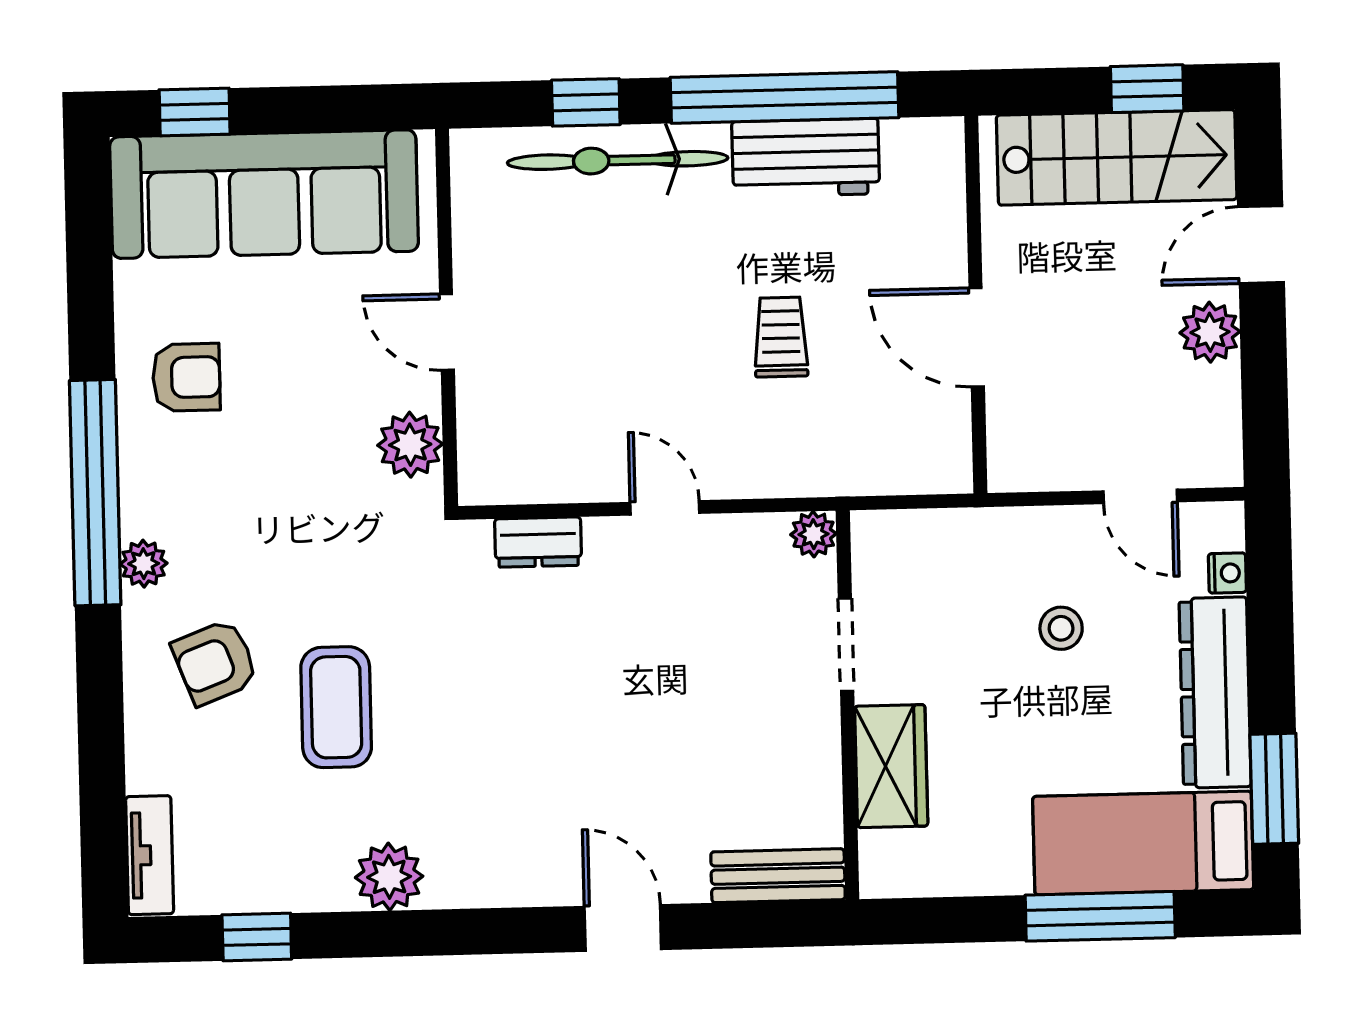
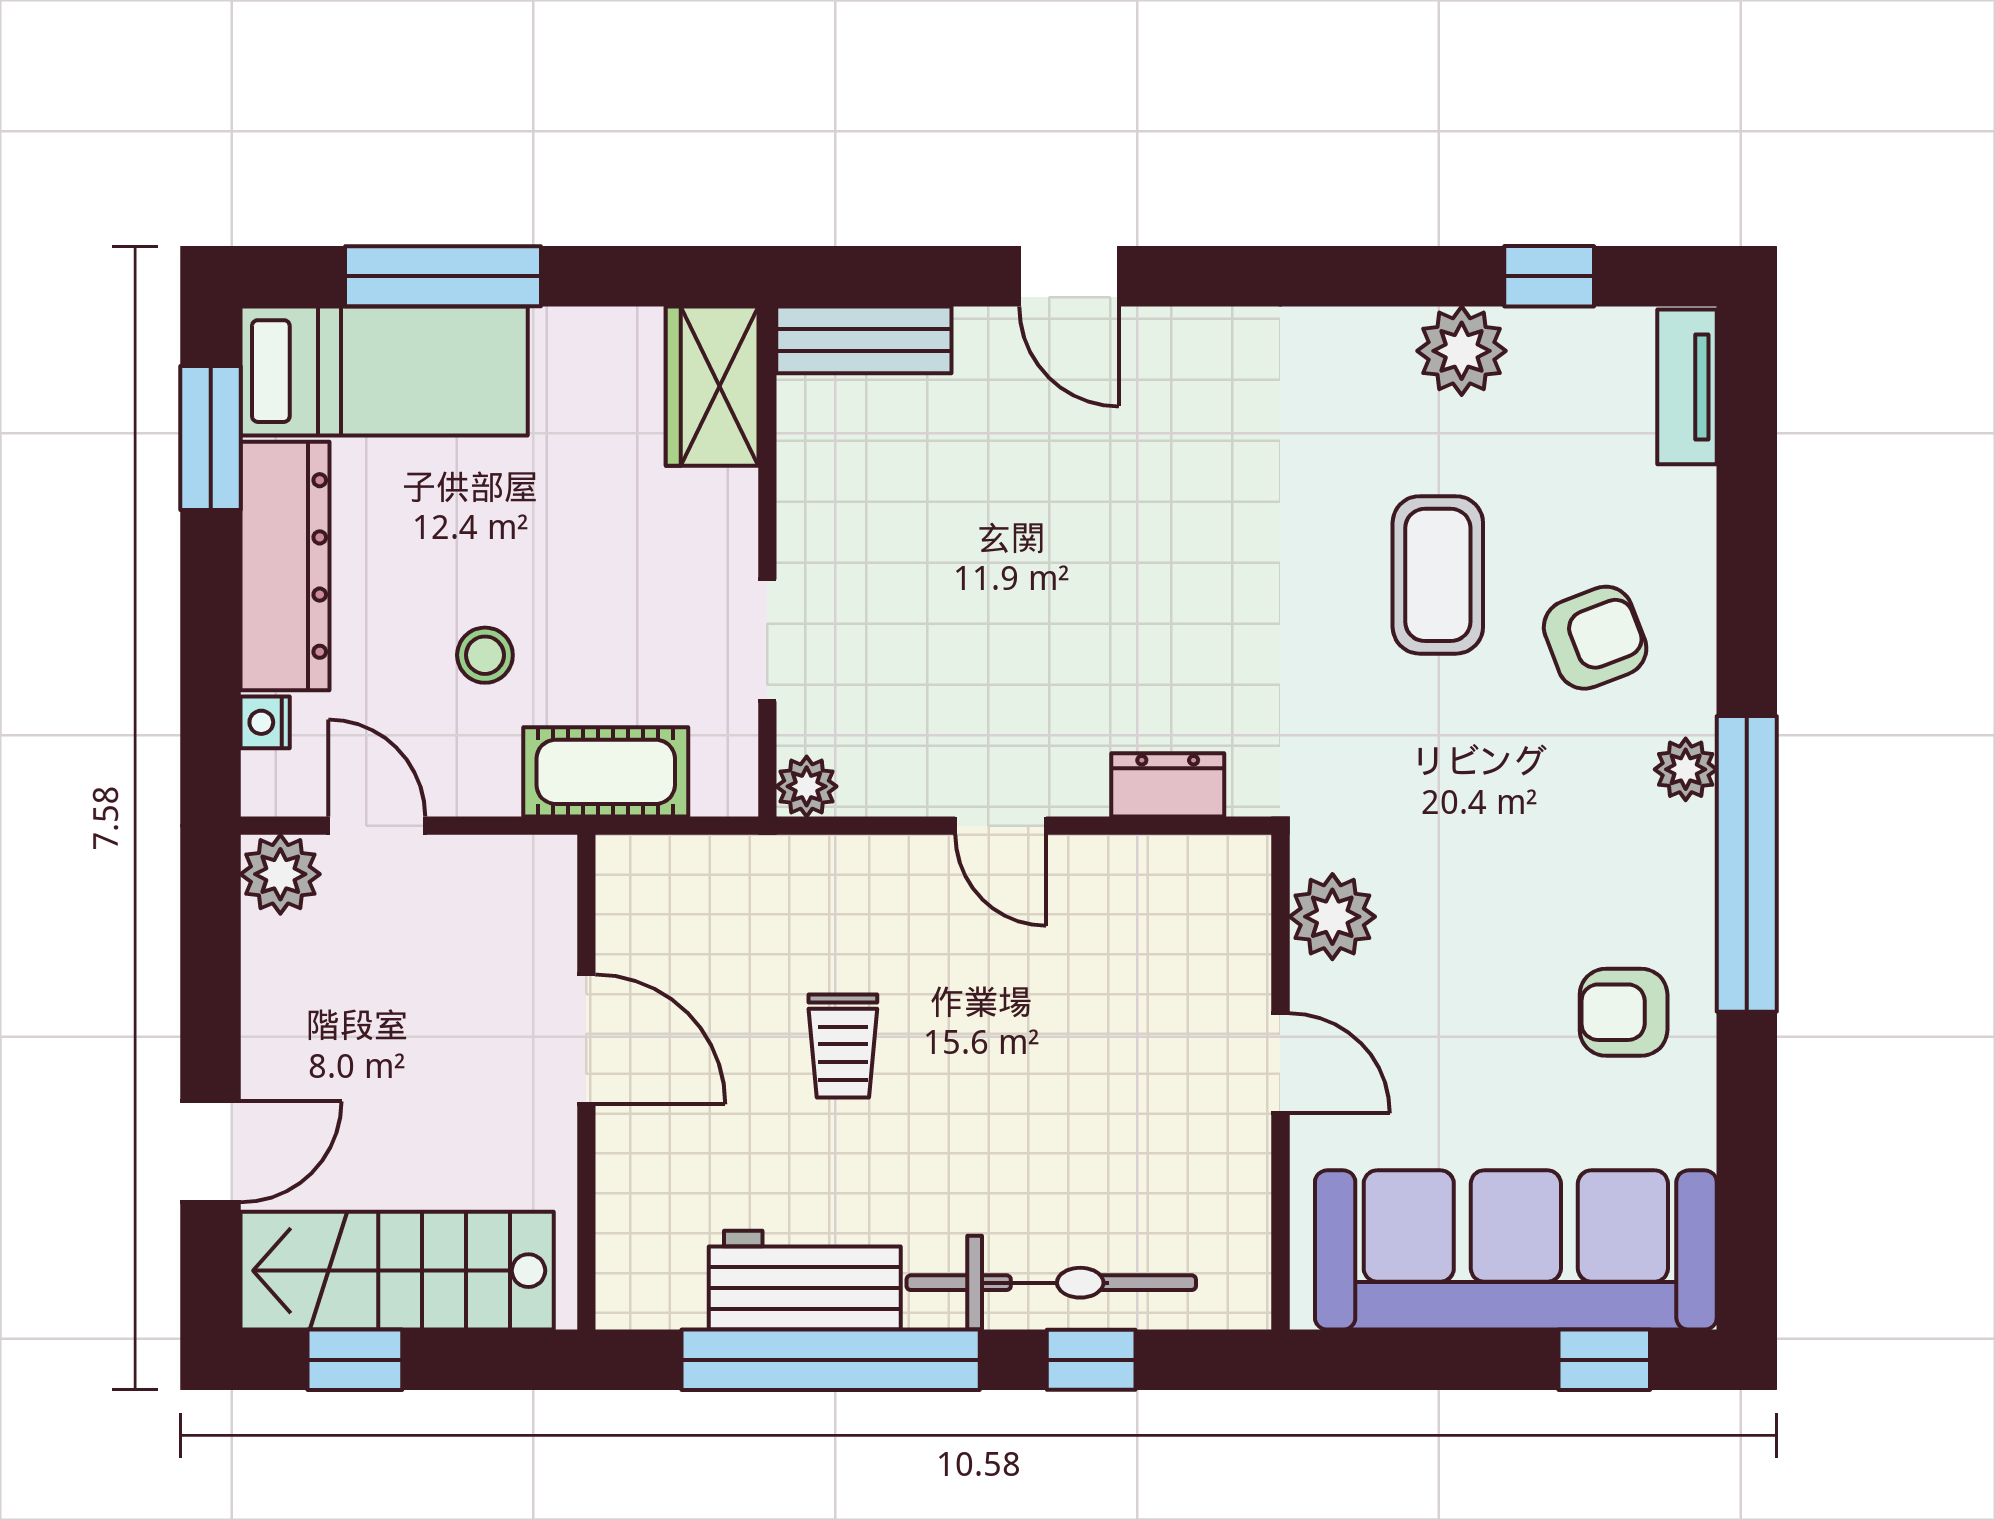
plant: (1210, 332) -> (280, 874), moved
cot: (967, 542) -> (606, 772), added
wardrobe: (891, 766) -> (712, 386), moved
plant: (389, 877) -> (1462, 351), moved

